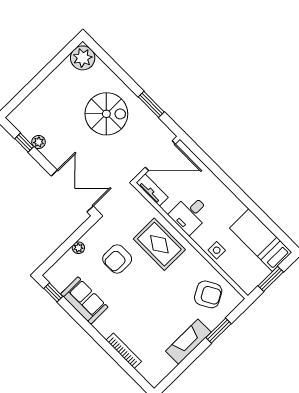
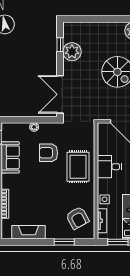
plant: (39, 142) -> (72, 52), width x1.88, depth x1.88
tv unit: (152, 190) -> (102, 221), moved
double door: (72, 191) -> (60, 94), swing flipped
fireplace: (188, 342) -> (28, 232), moved

